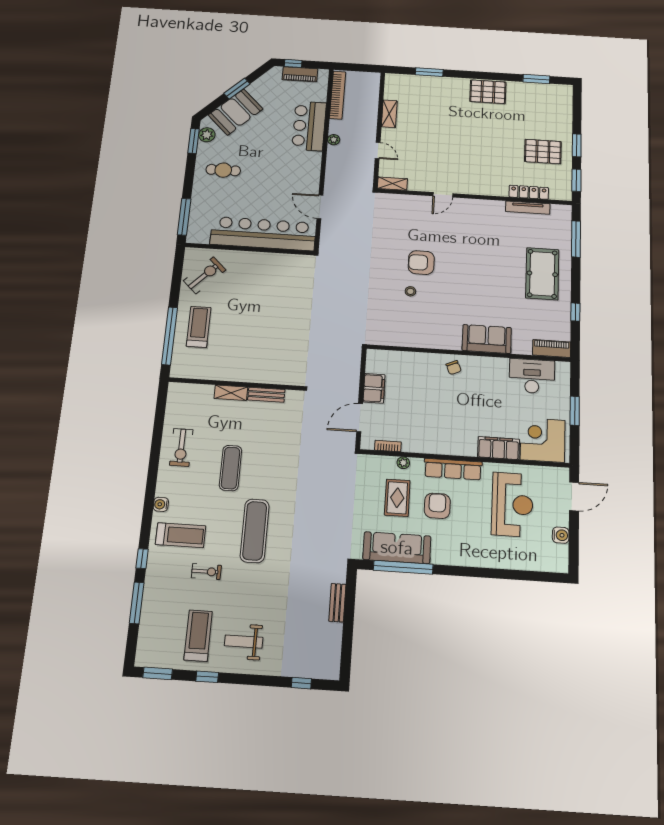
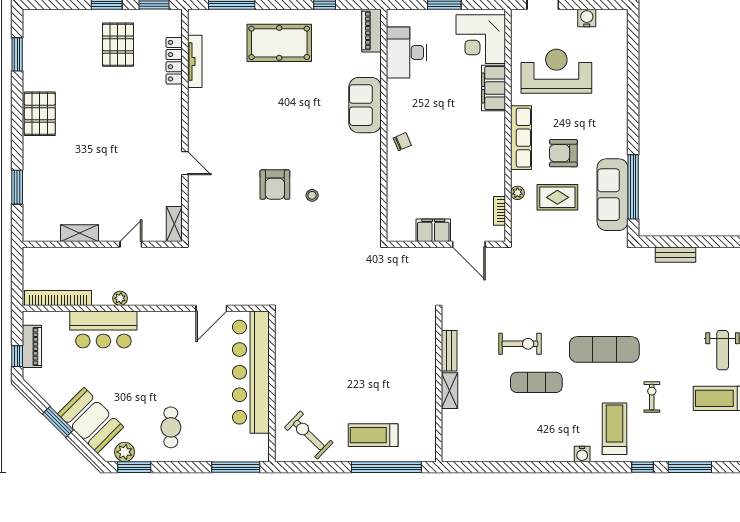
exercise bike: (181, 447) -> (520, 344), moved

